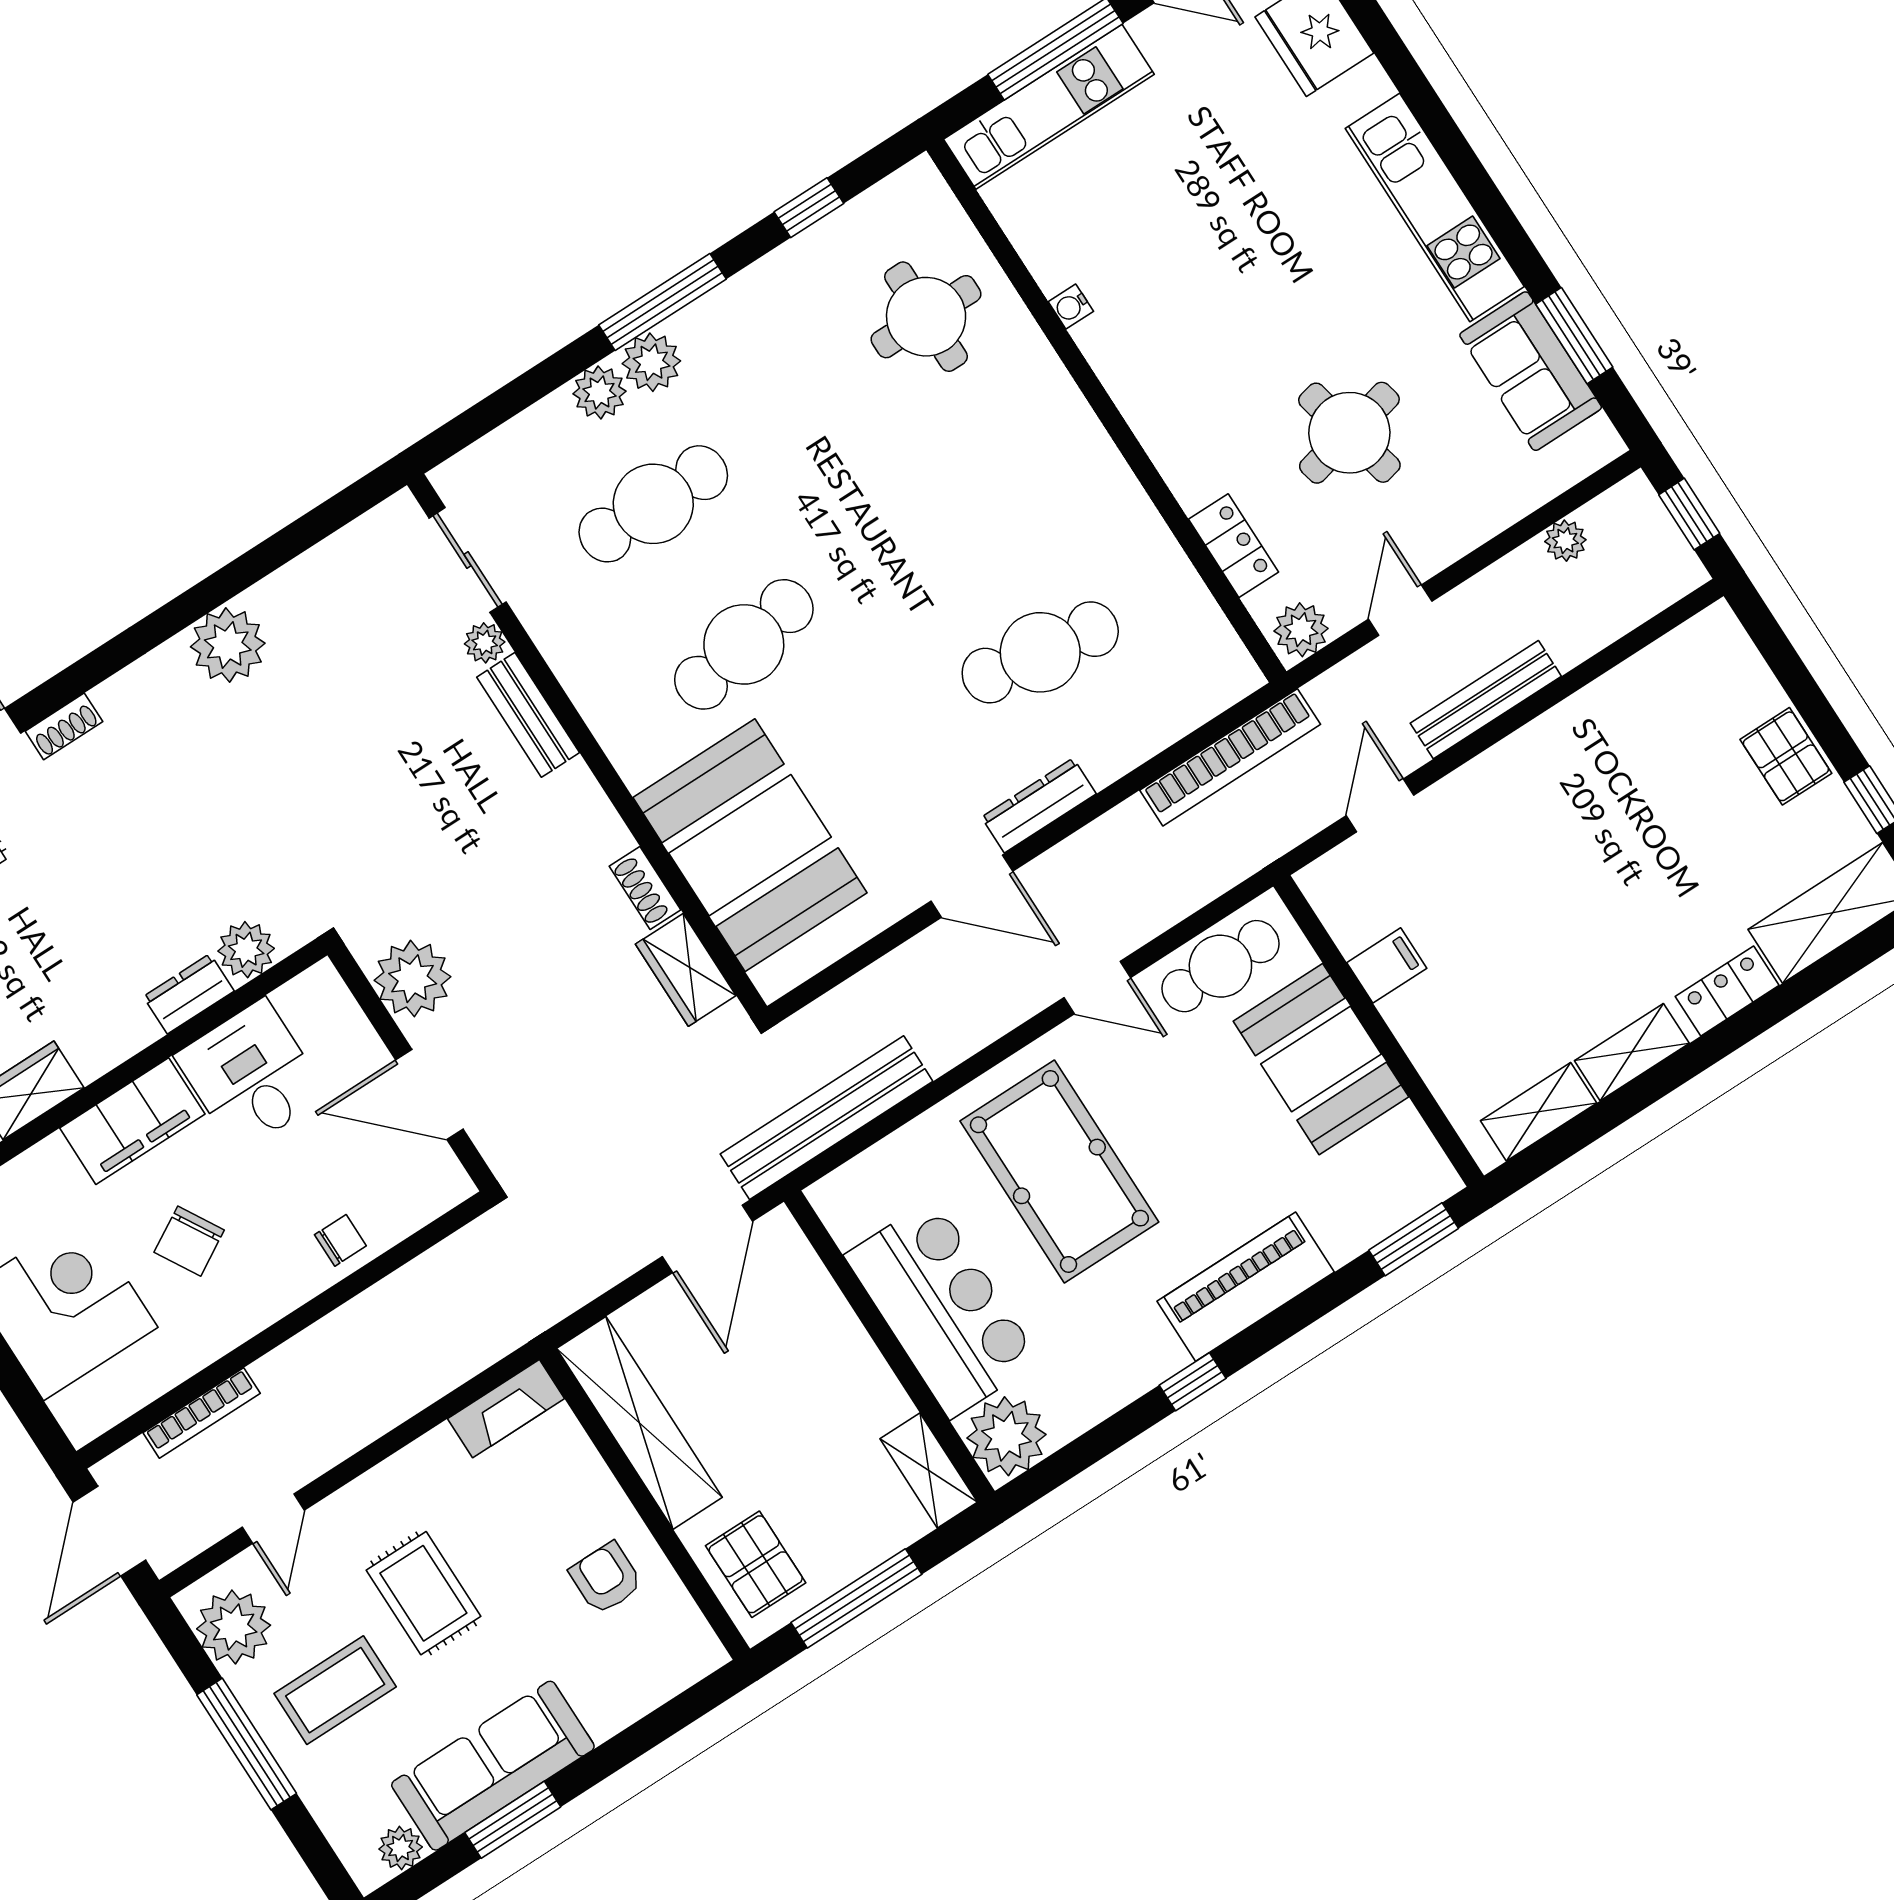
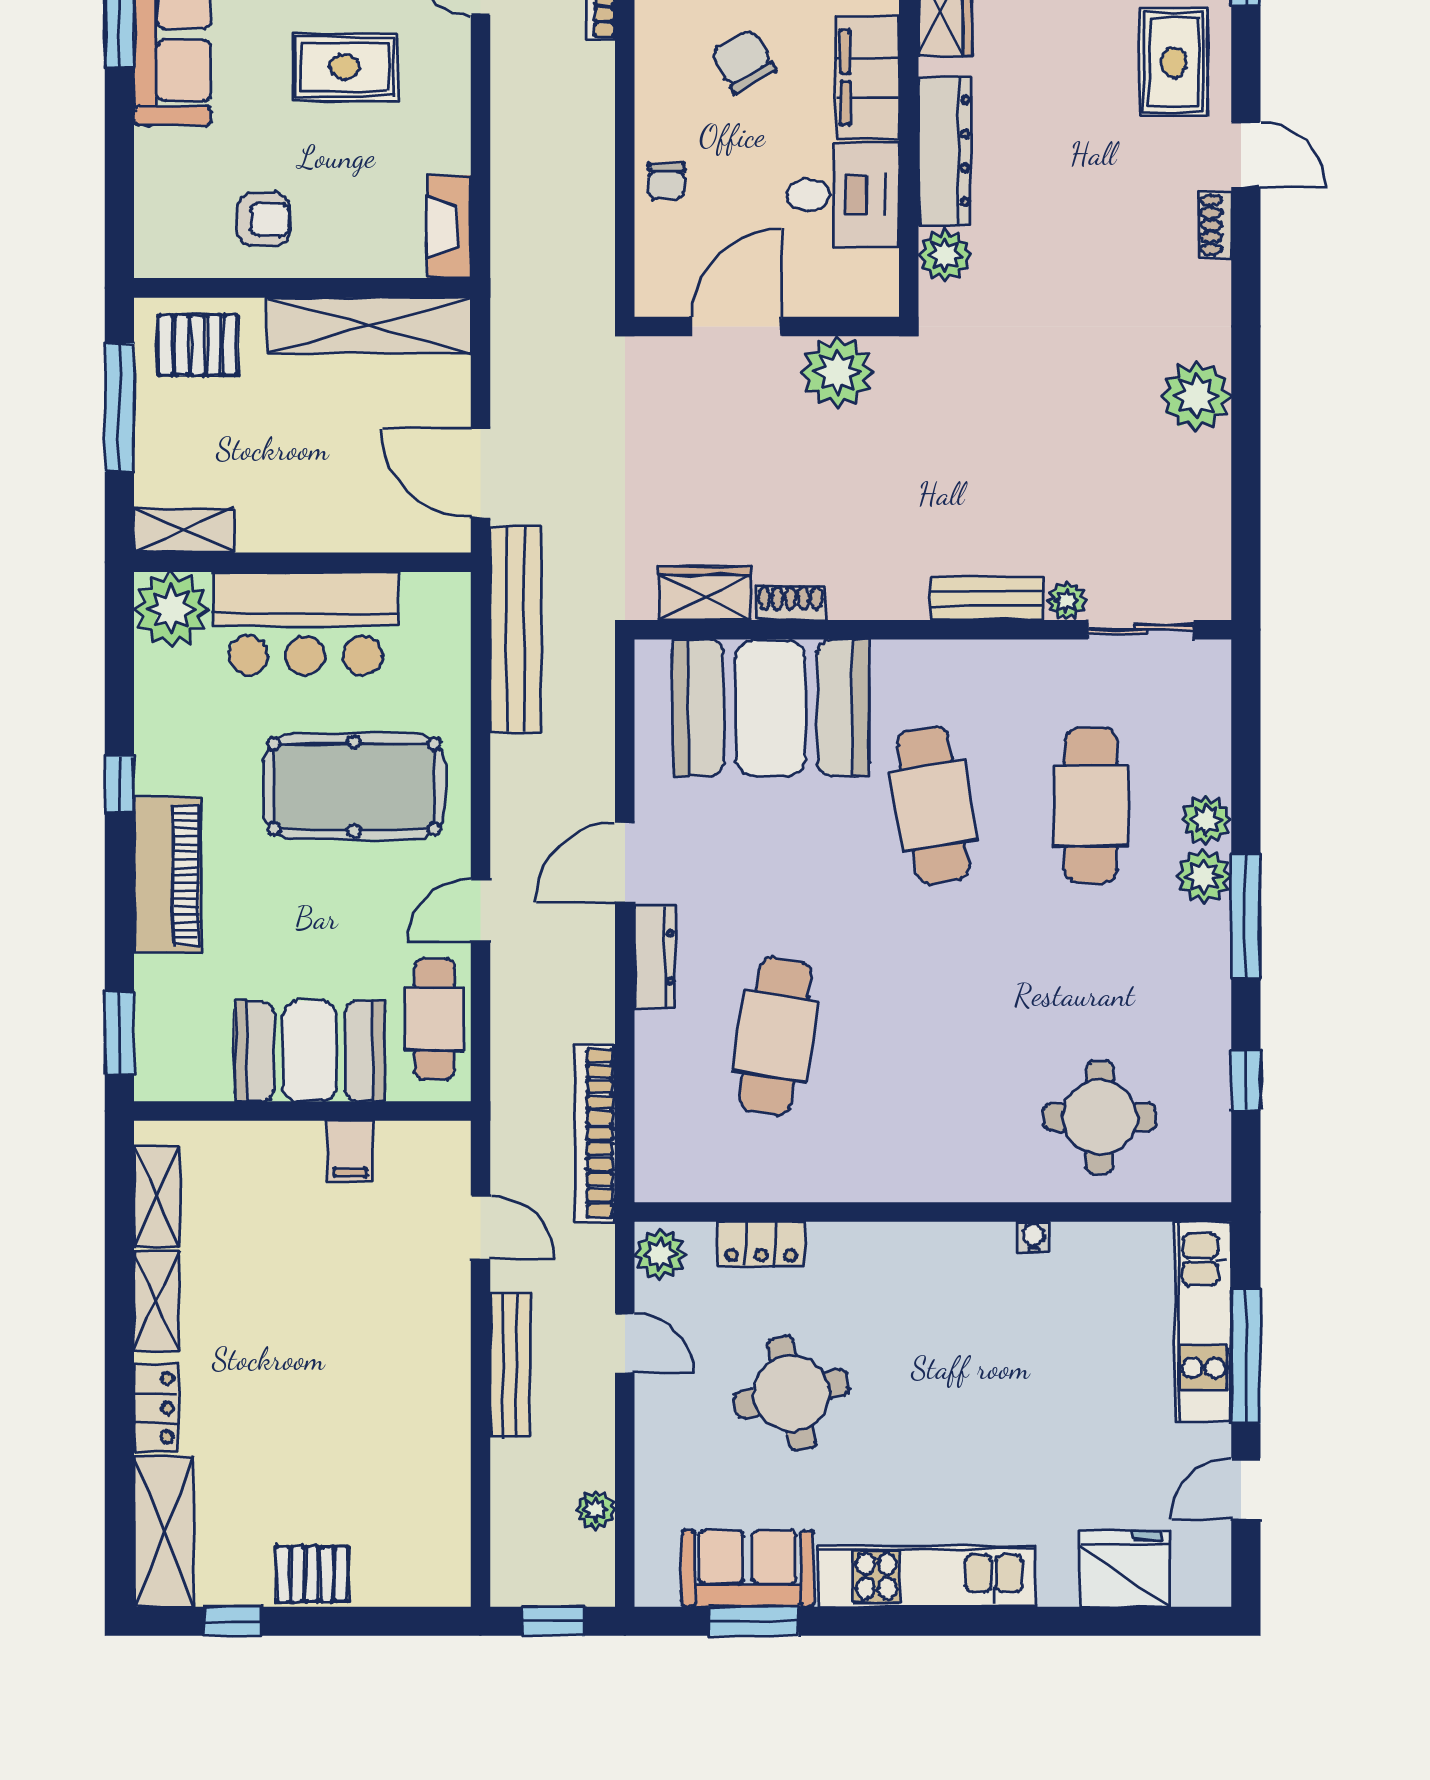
dresser: (189, 994) -> (945, 151), width x1.96, depth x1.24

